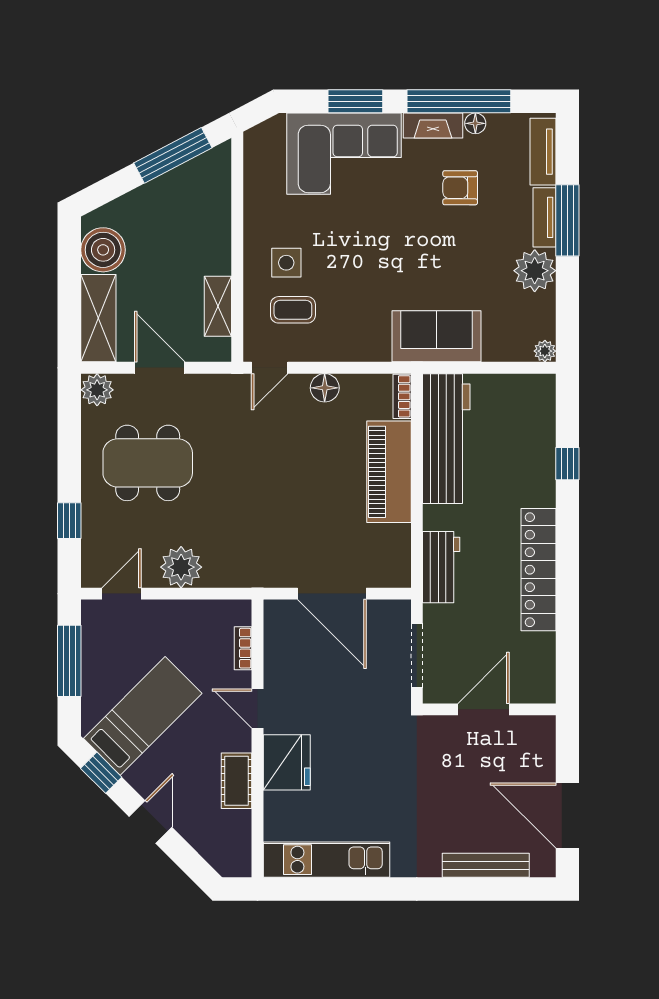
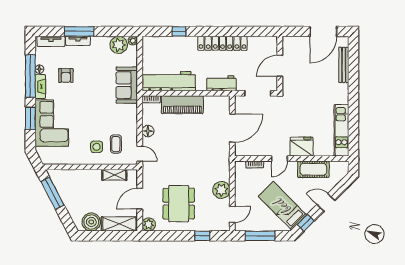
plant: (535, 271) -> (119, 45), moved
door: (122, 594) -> (232, 214), swing flipped
door: (484, 709) -> (280, 66), hinge flipped
cot: (237, 781) -> (313, 169), width x1.37, depth x1.34

